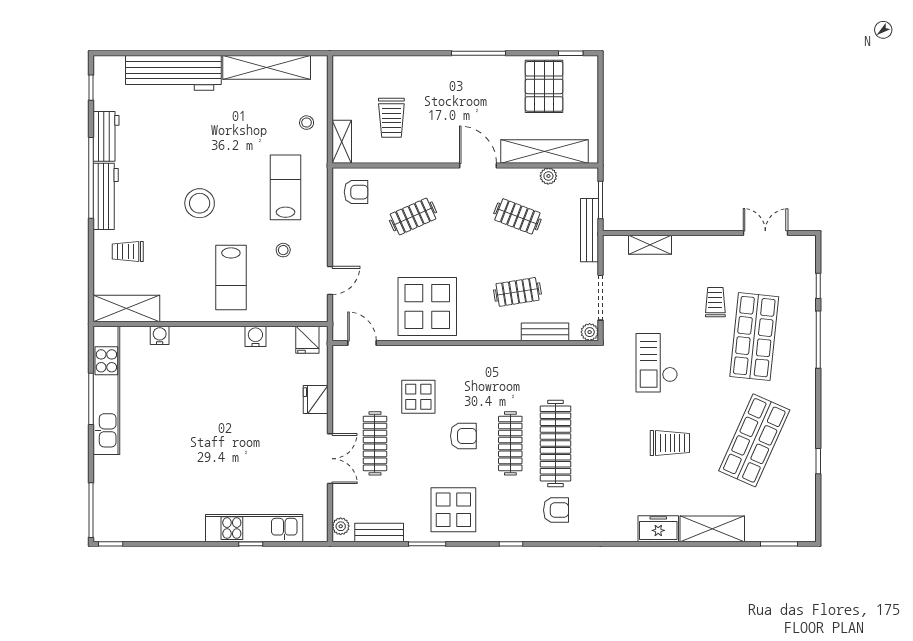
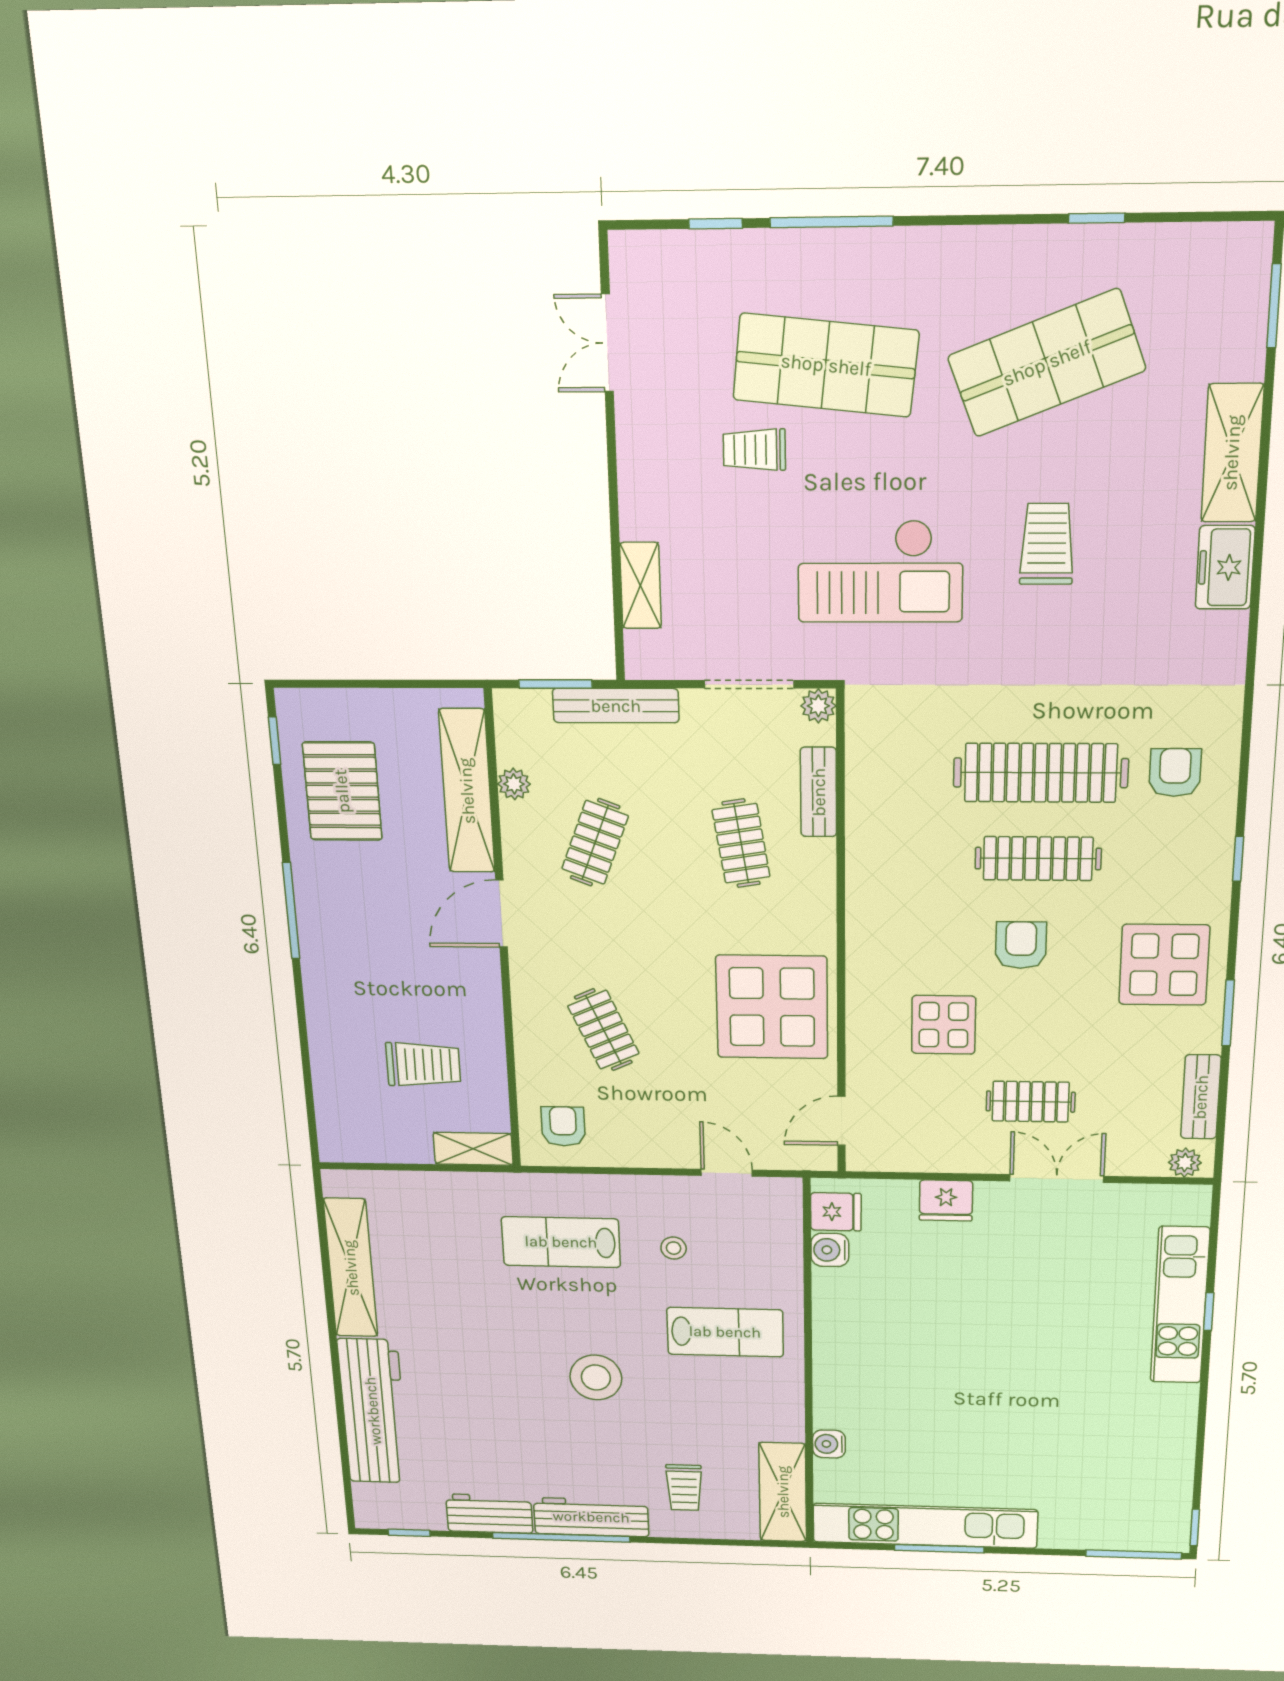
pallet: (544, 86) -> (342, 791), turned 90
stool: (307, 123) -> (443, 1206), removed
water cooler: (255, 336) -> (830, 1250), moved
checkout: (657, 363) -> (880, 571), width x1.36, depth x1.21
shop shelf: (754, 440) -> (1047, 363), turned -45
clothes rail: (375, 443) -> (1031, 1102), width x0.73

